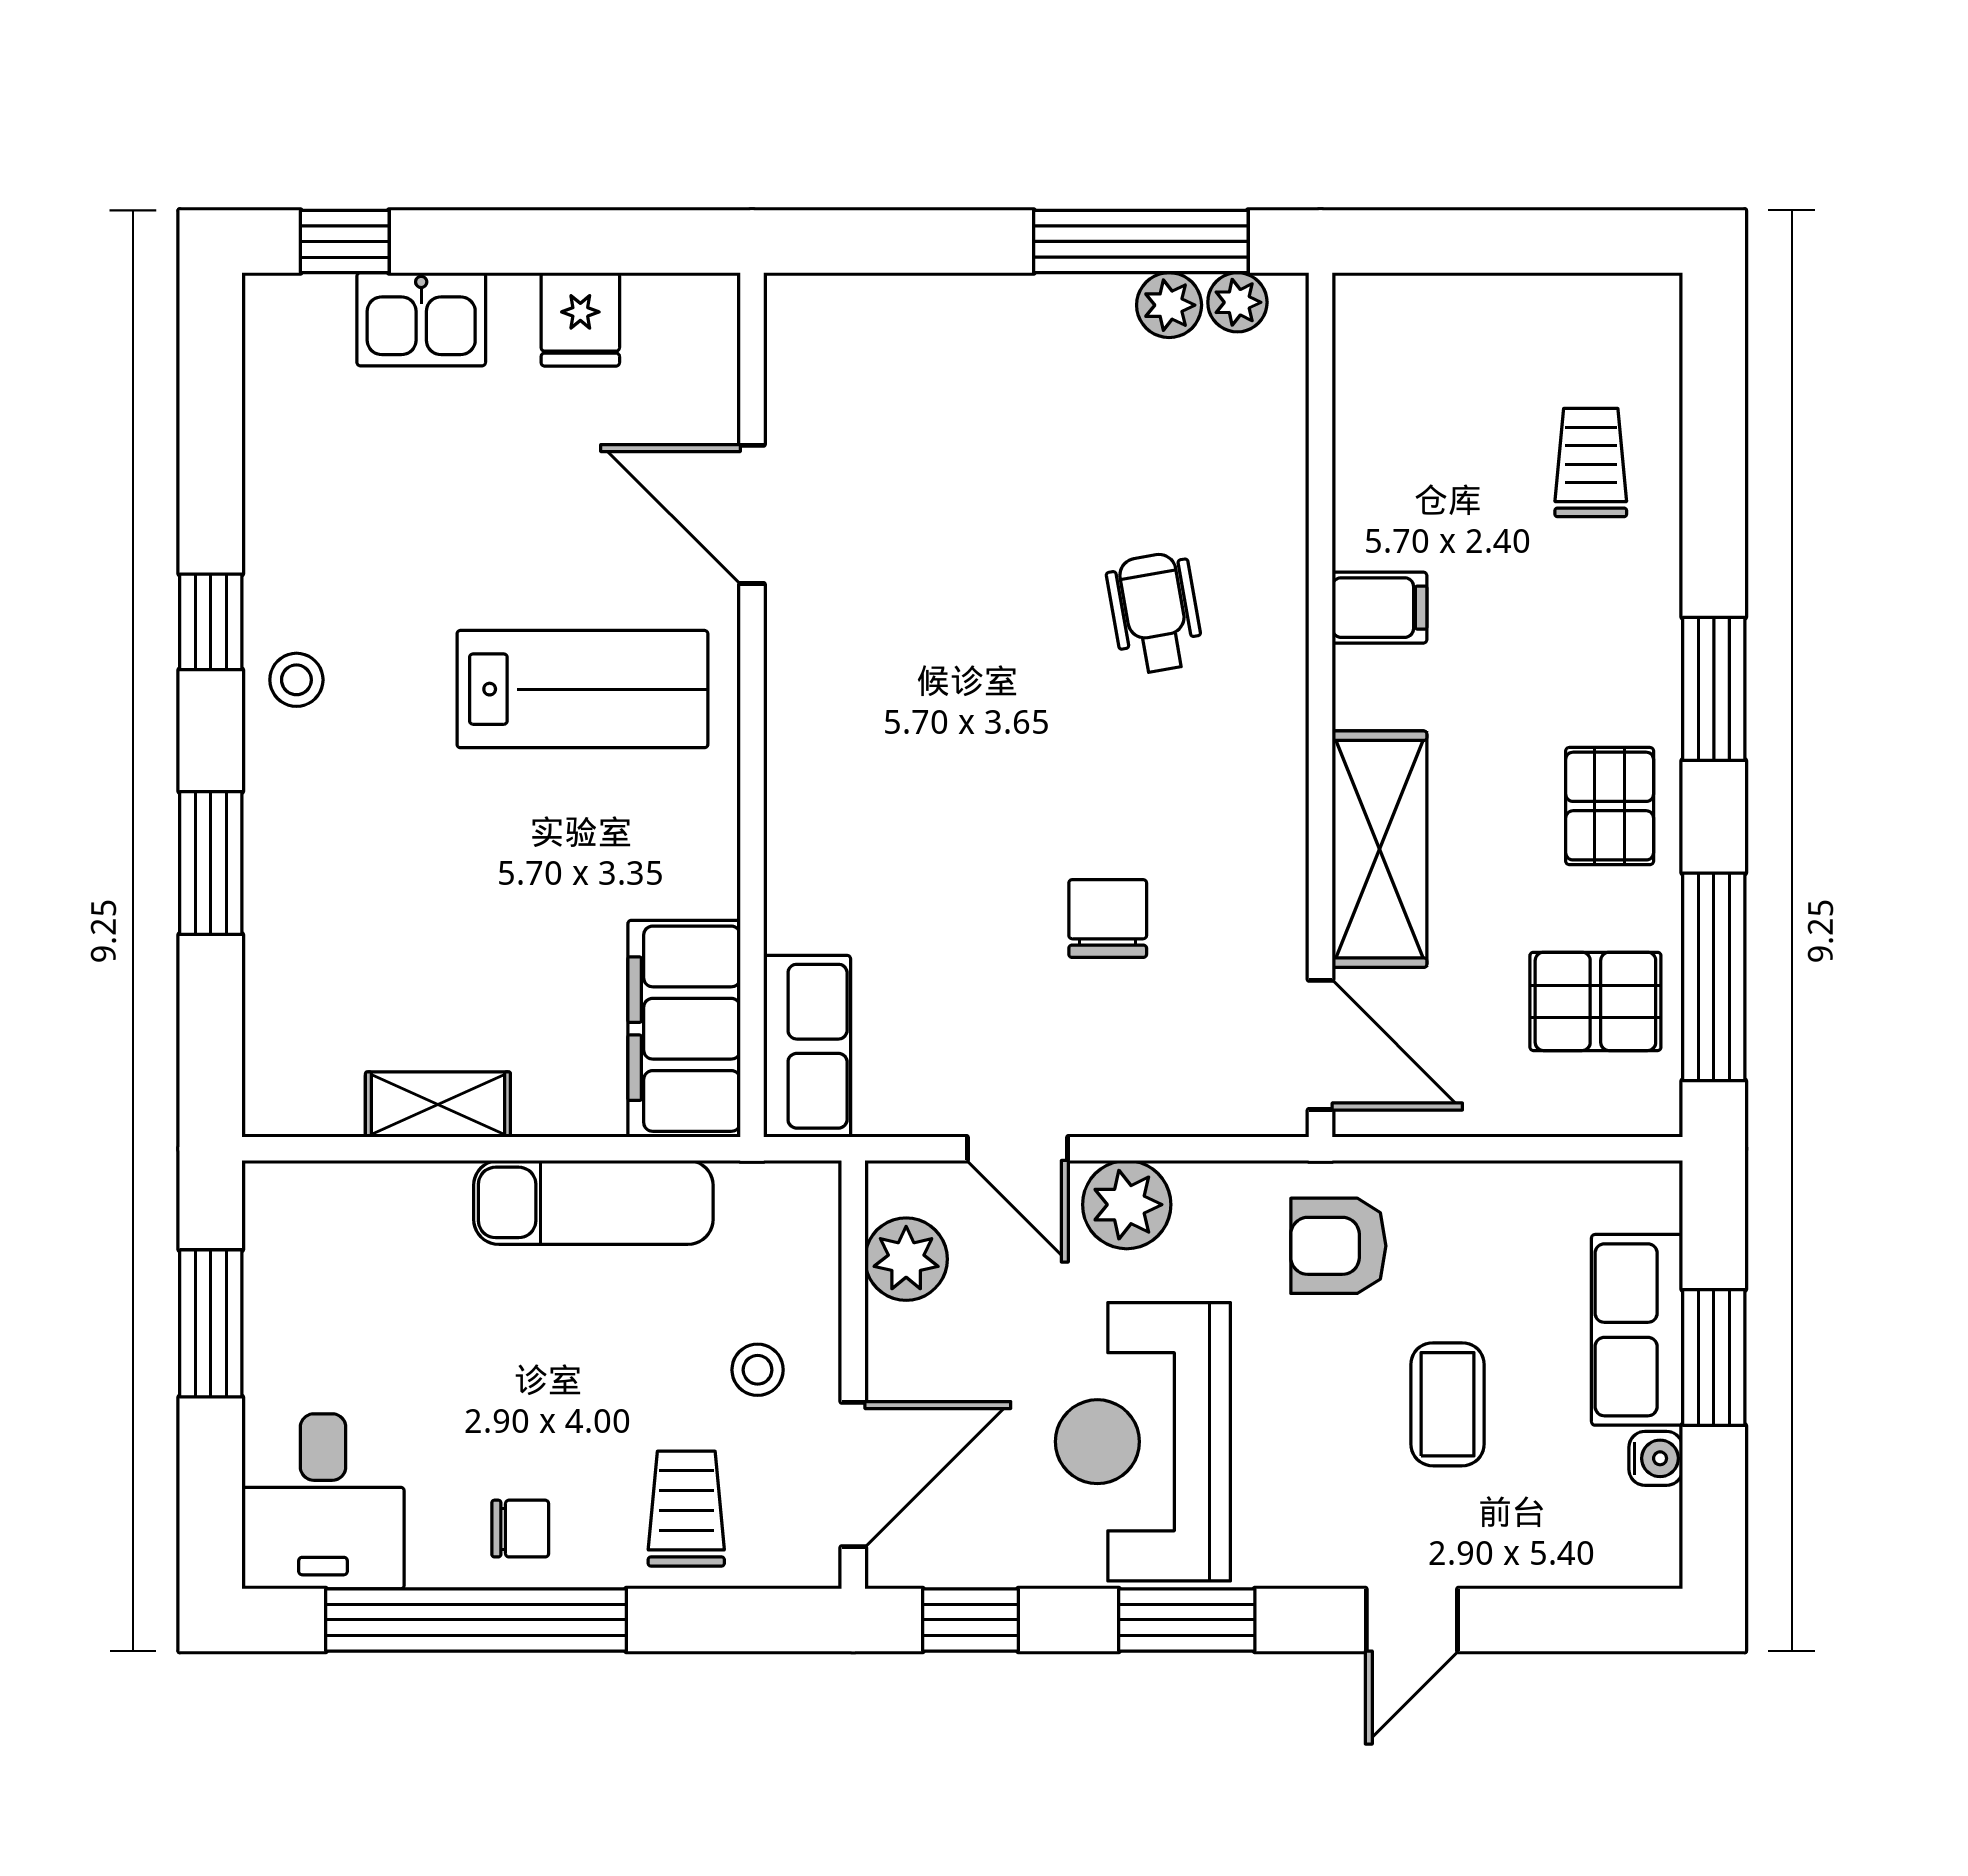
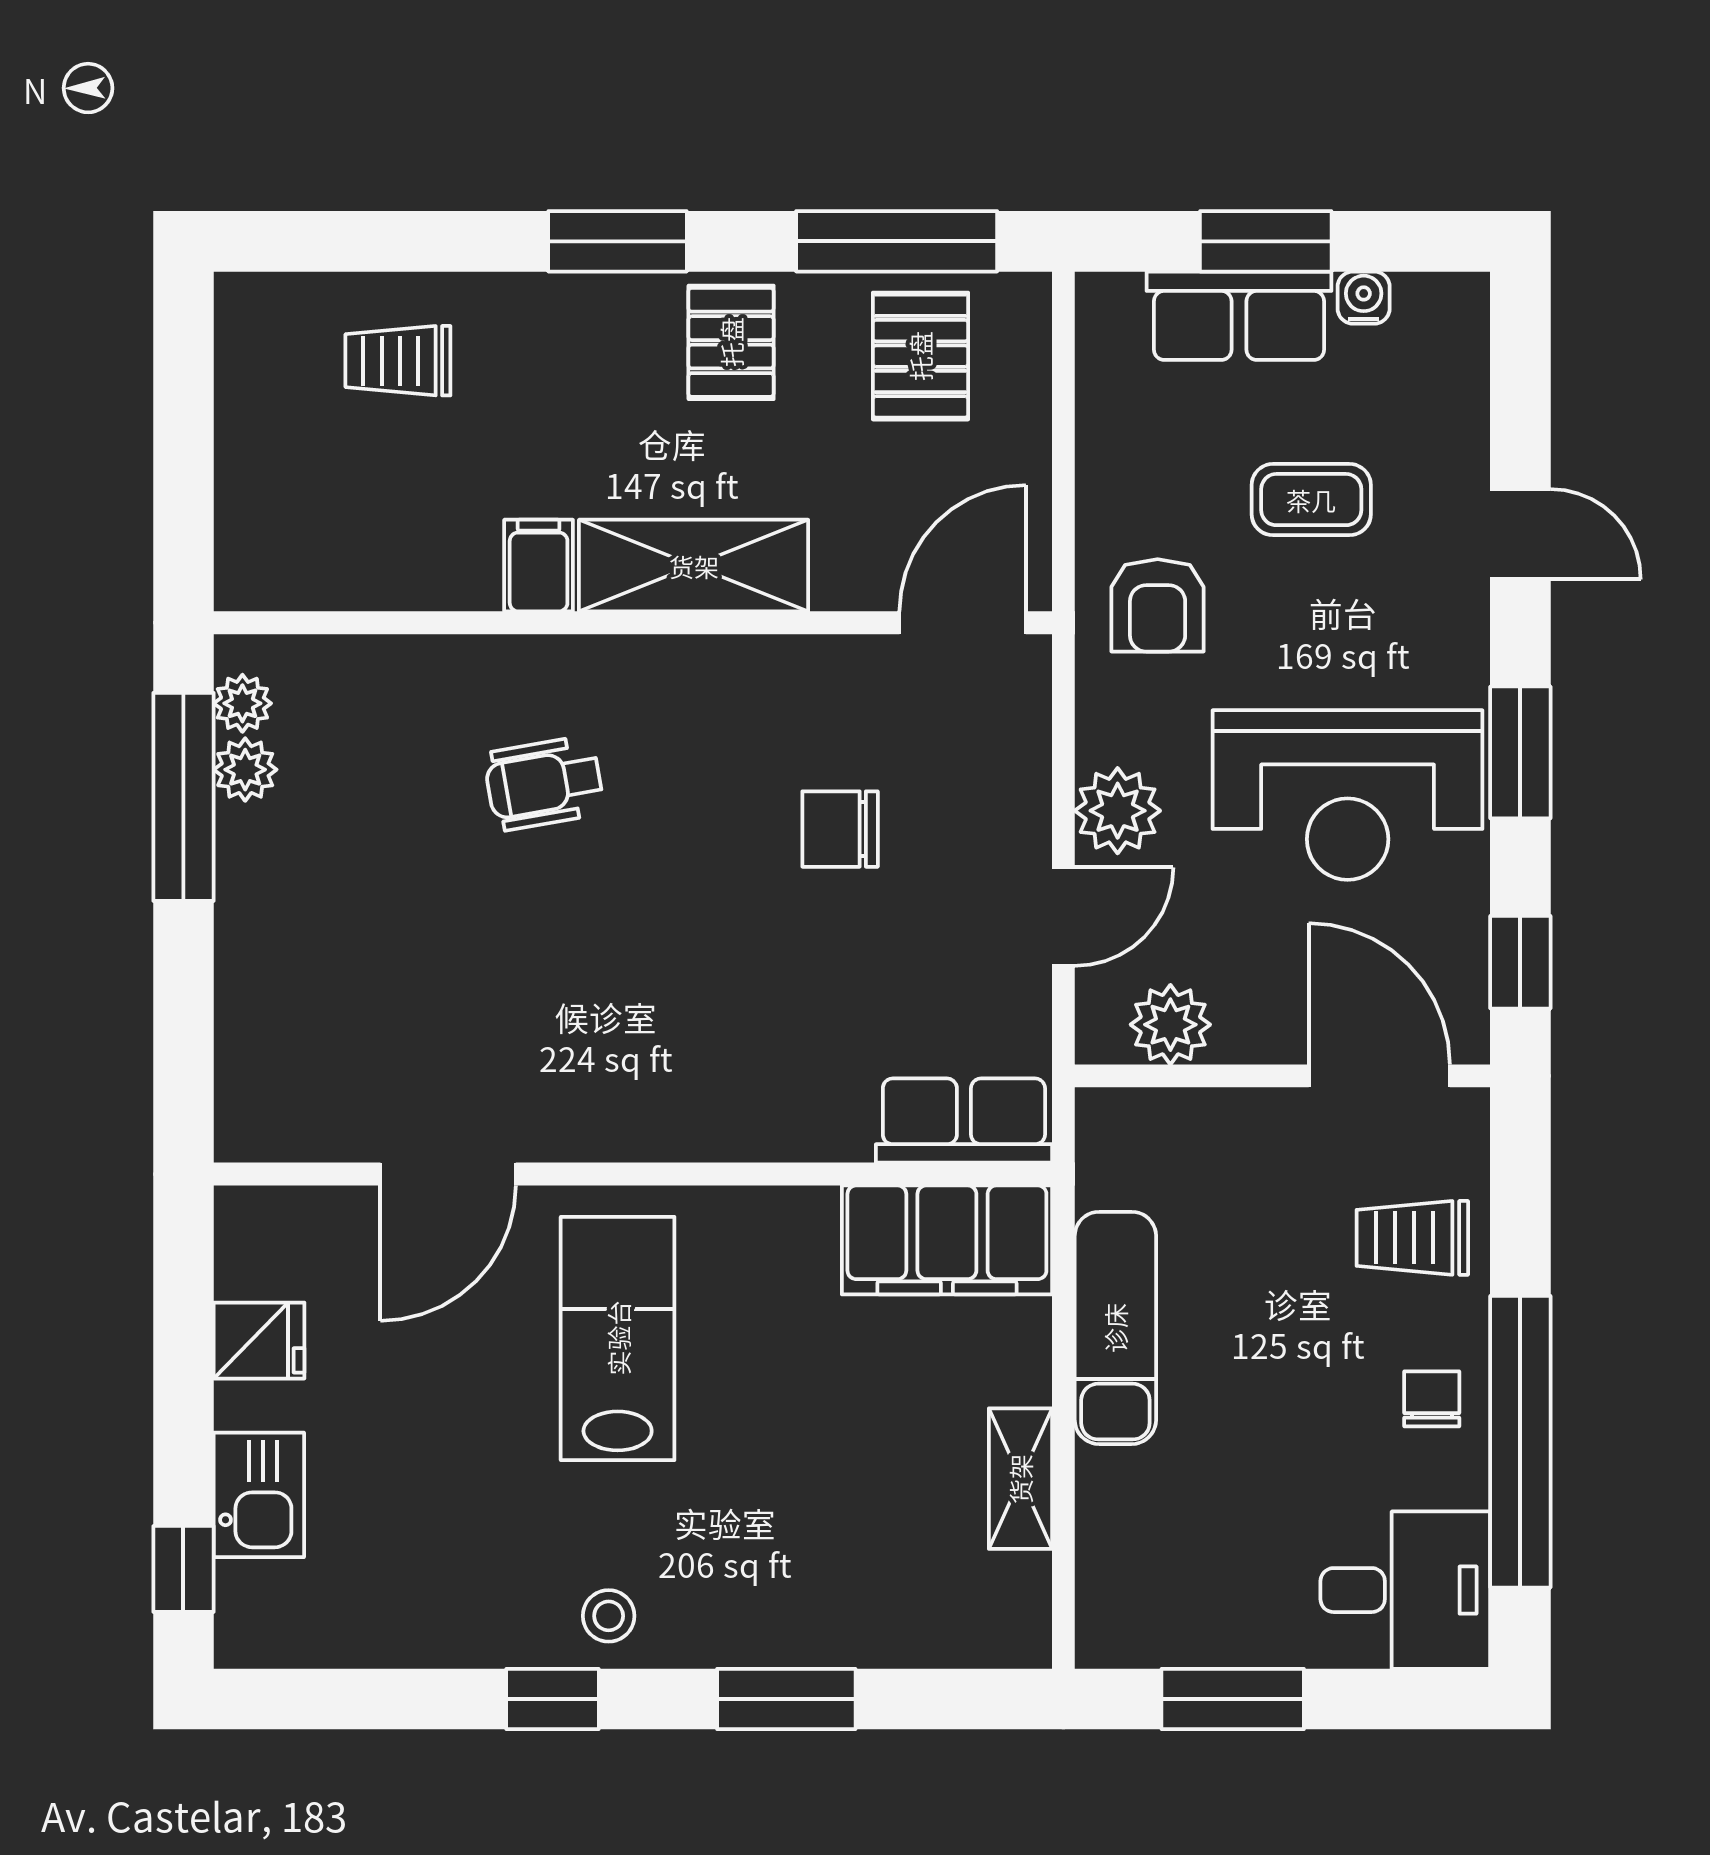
pallet: (1610, 806) -> (731, 342), turned 90
shelving: (1379, 849) -> (694, 566), moved
stool: (758, 1370) -> (1278, 1169), removed

